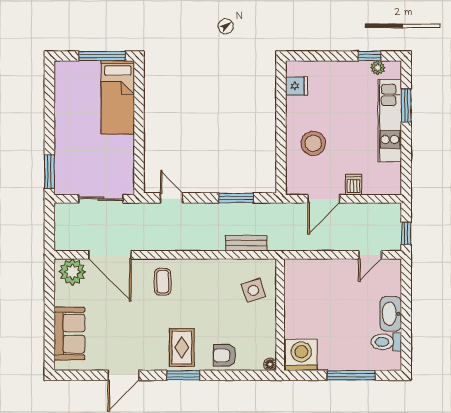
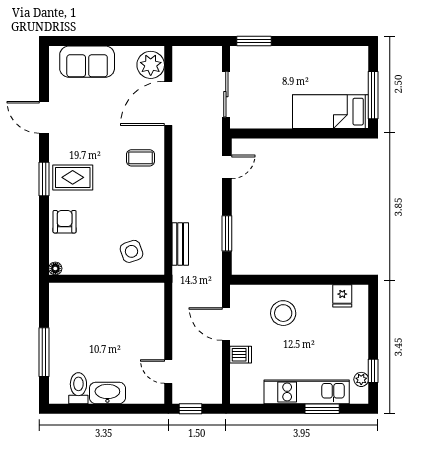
washing machine: (301, 355) -> (65, 301), removed

